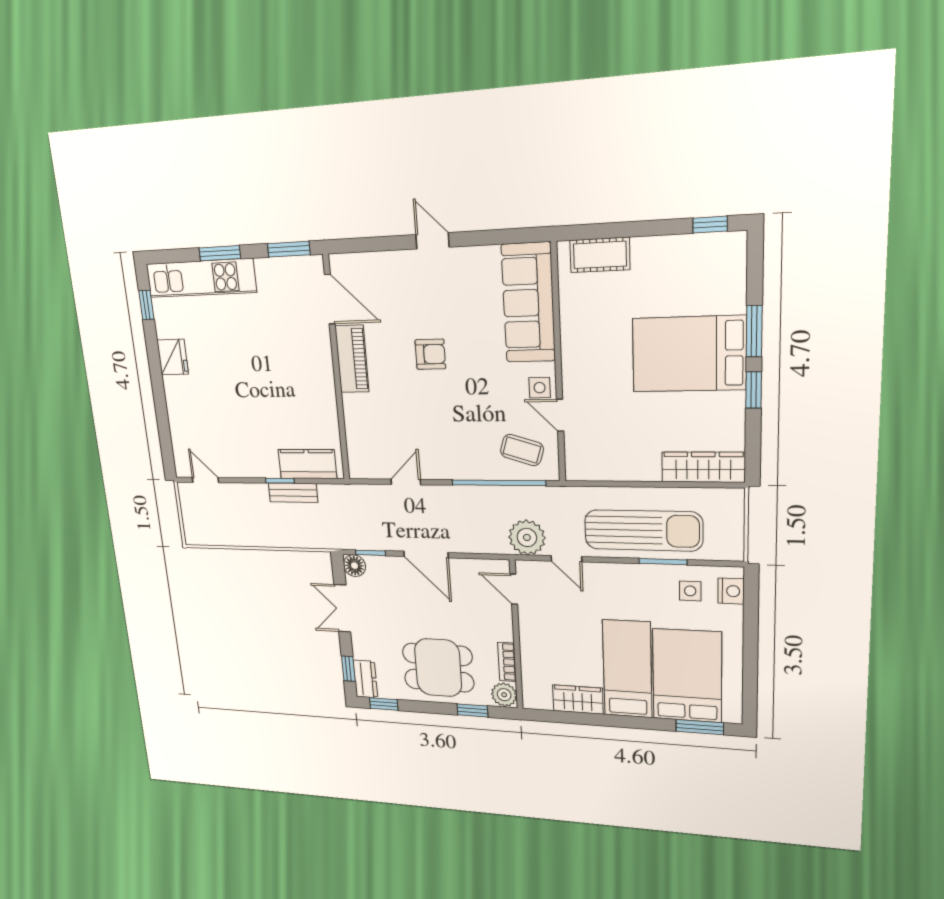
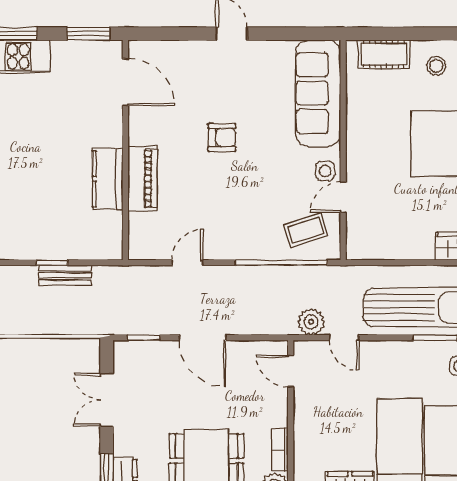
stool: (661, 266) -> (436, 66), added
piano: (352, 359) -> (142, 179), moved
door: (560, 415) -> (343, 197), hinge flipped
coffee table: (522, 450) -> (306, 230), turned -34
kitchen counter: (307, 464) -> (108, 179), moved, turned -90
plant: (527, 537) -> (311, 322), width x0.73, depth x0.73
floor lamp: (354, 566) -> (125, 352), removed

